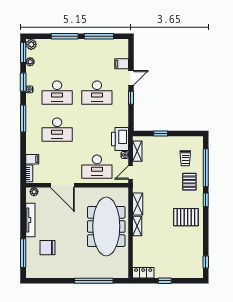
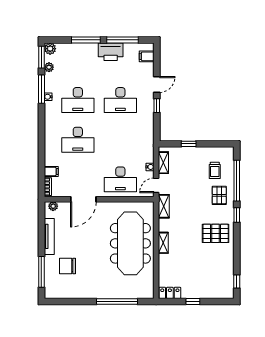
filing cabinet: (122, 64) -> (147, 56), moved
window: (23, 82) -> (41, 89), width x1.44
window: (23, 119) -> (41, 128), removed
printer: (120, 139) -> (111, 52), moved, turned -90
door: (62, 185) -> (83, 199), hinge flipped
shelving: (138, 204) -> (164, 206), moved

